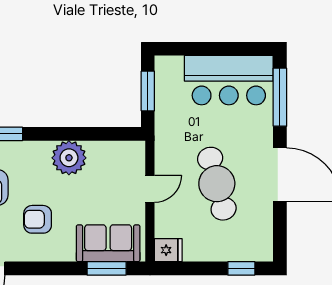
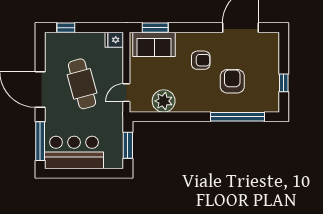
plant: (69, 158) -> (164, 101), moved
door: (150, 189) -> (126, 93), moved

